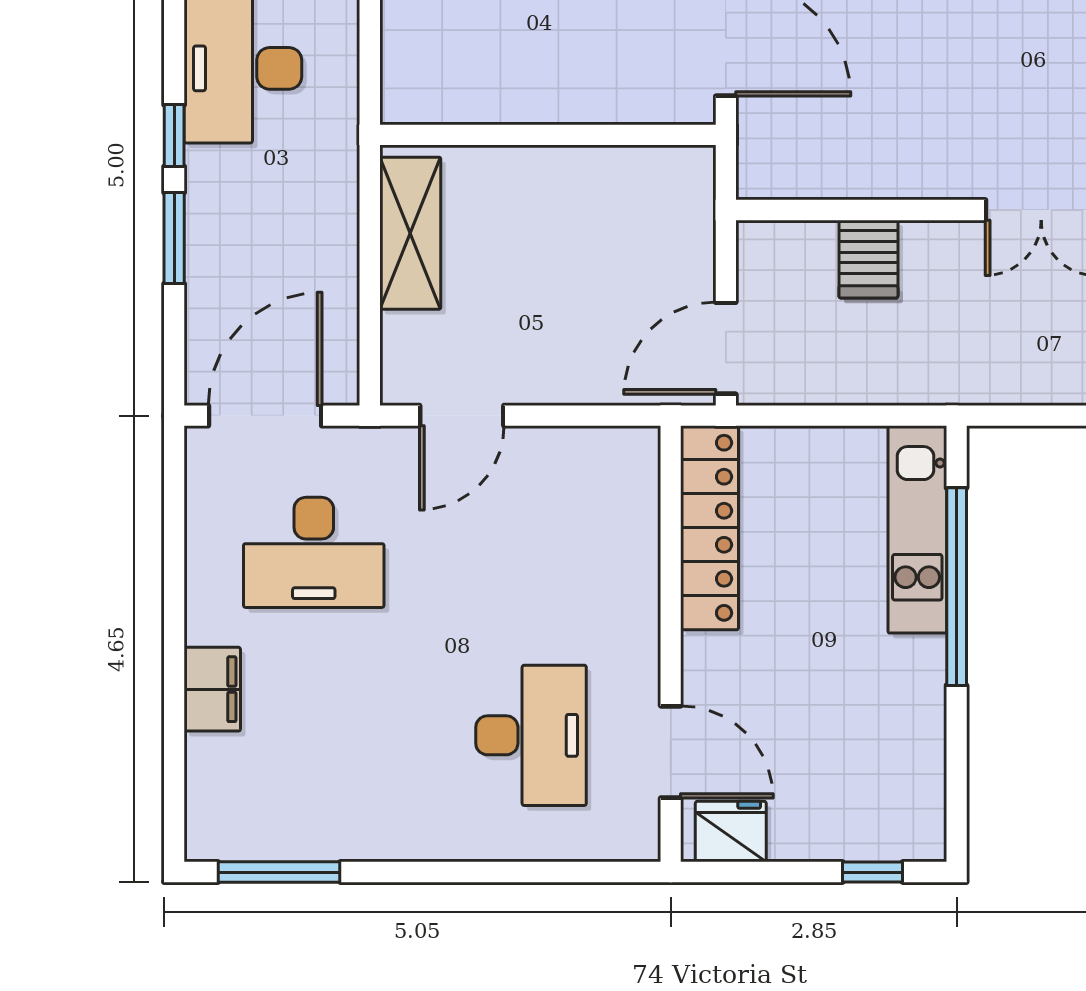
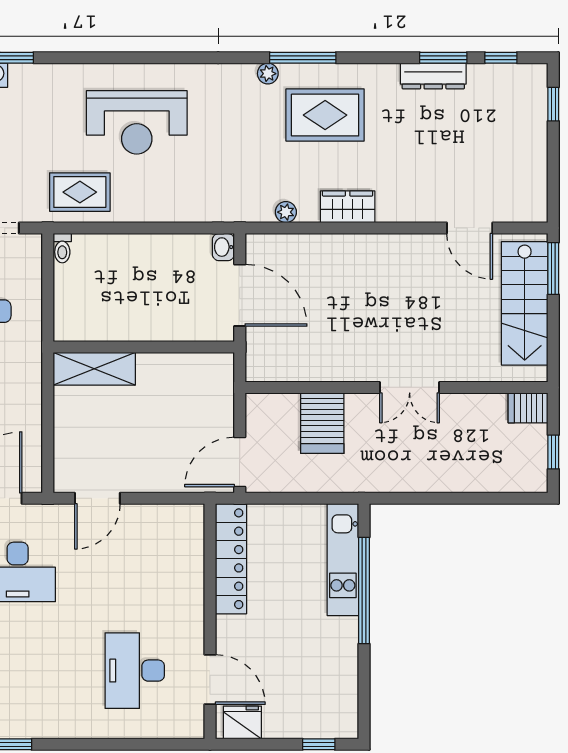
shelving: (410, 233) -> (94, 369), moved, turned 90
server rack: (868, 259) -> (322, 423), width x1.36, depth x1.44
desk: (531, 735) -> (135, 671), turned 180

